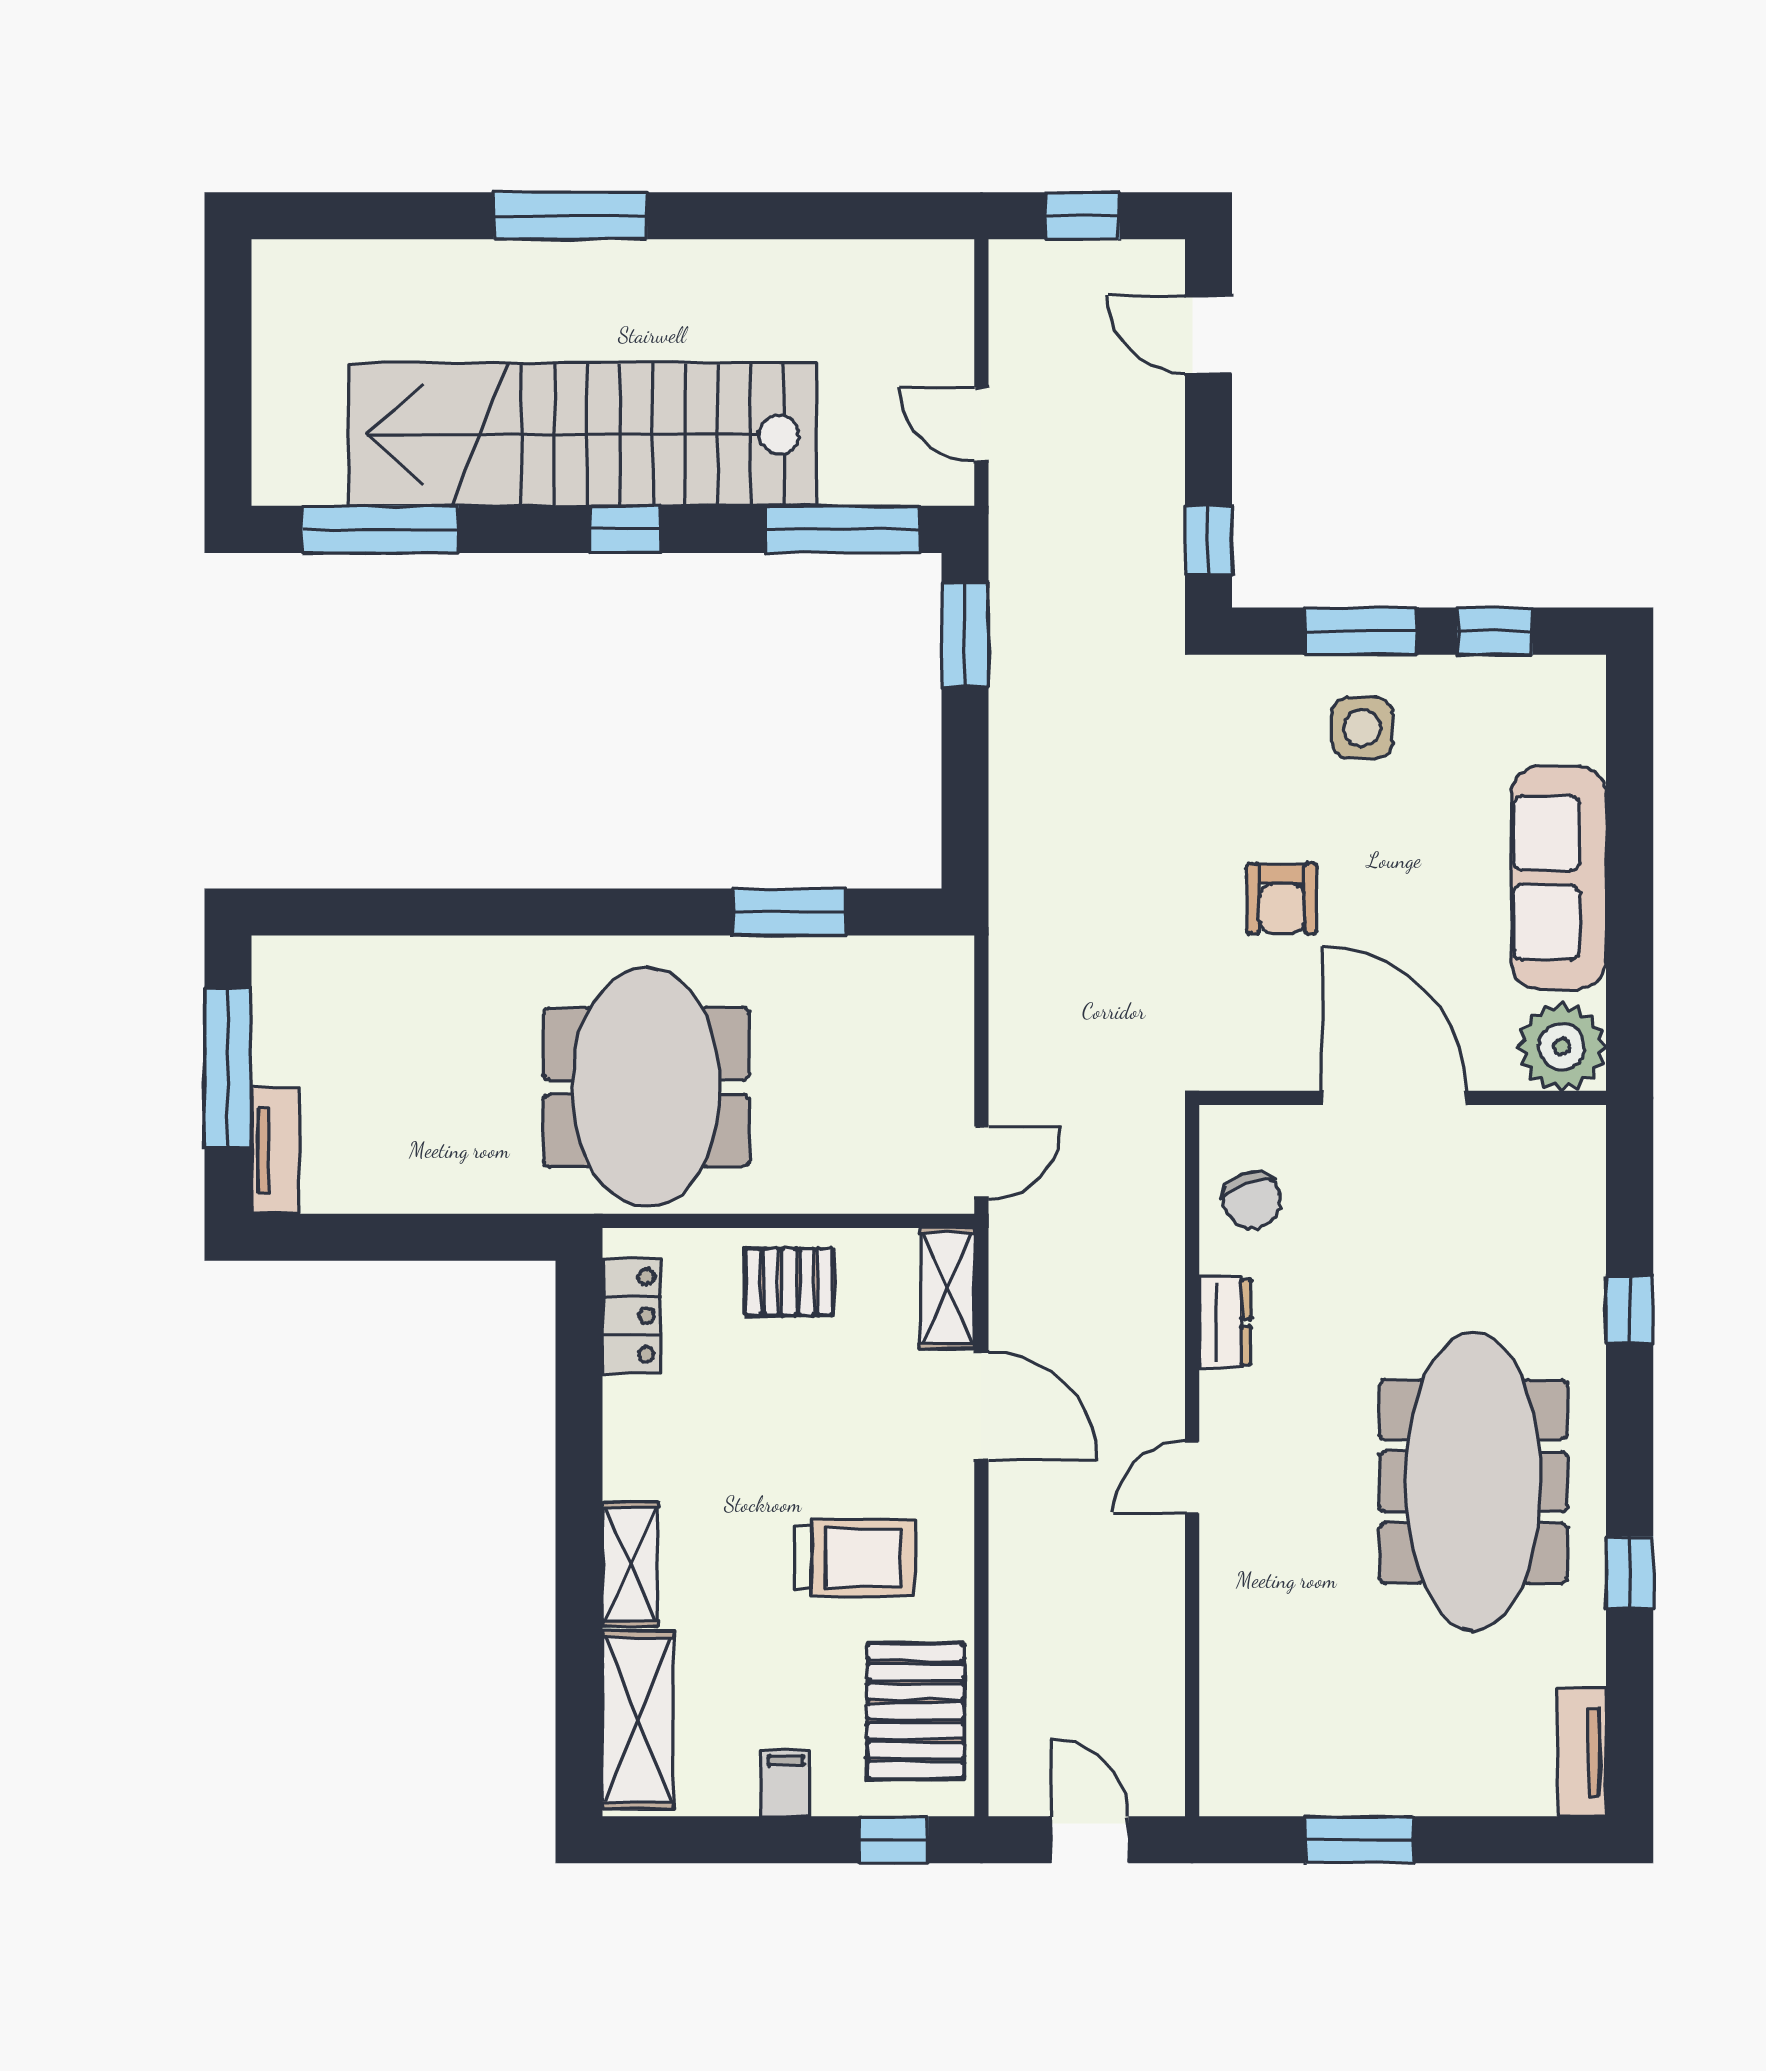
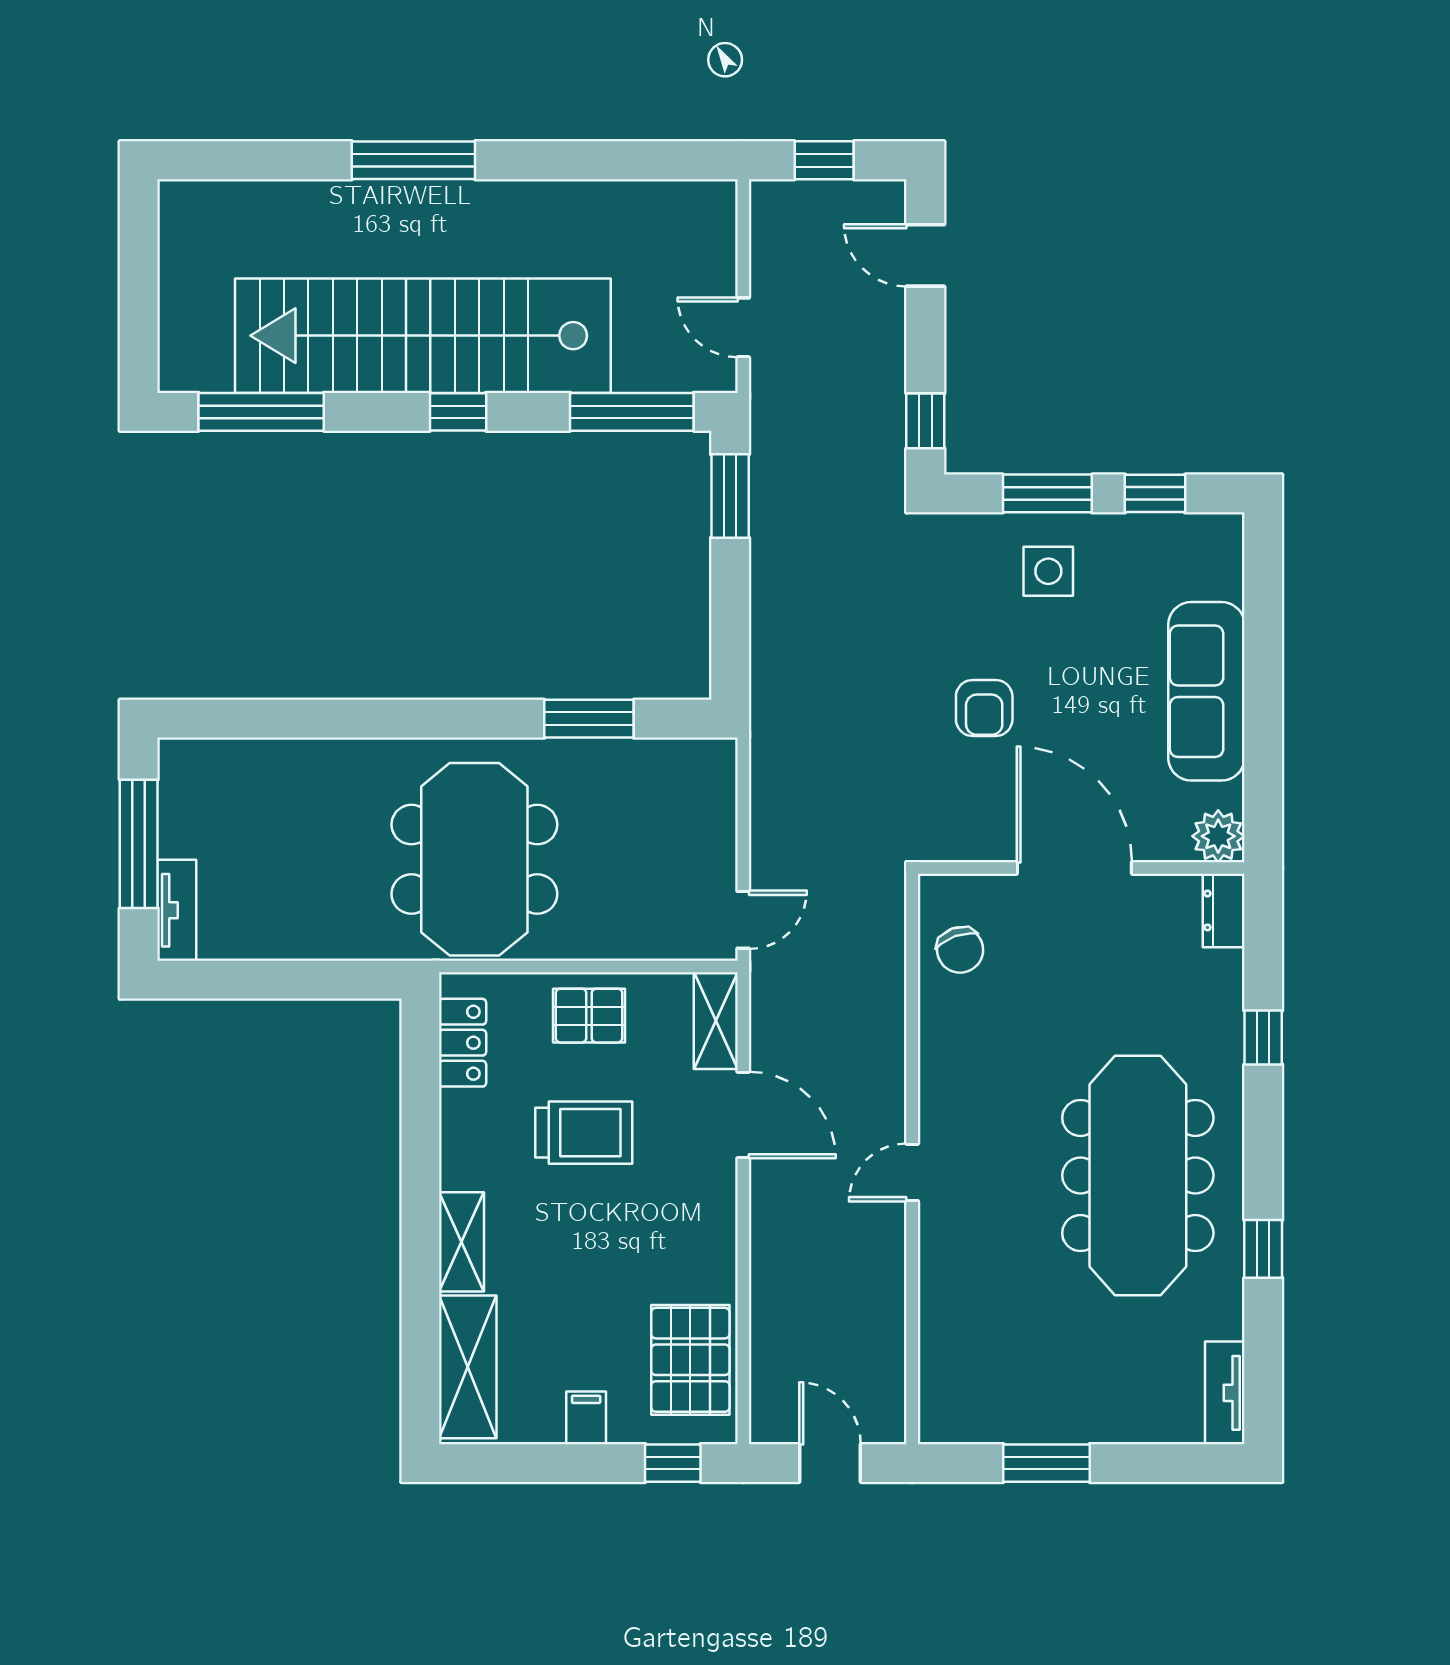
plant: (1562, 1047) -> (1218, 836), width x0.73, depth x0.73
dresser: (1225, 1322) -> (1224, 910), moved, turned 180
trolley: (855, 1558) -> (584, 1133), moved

